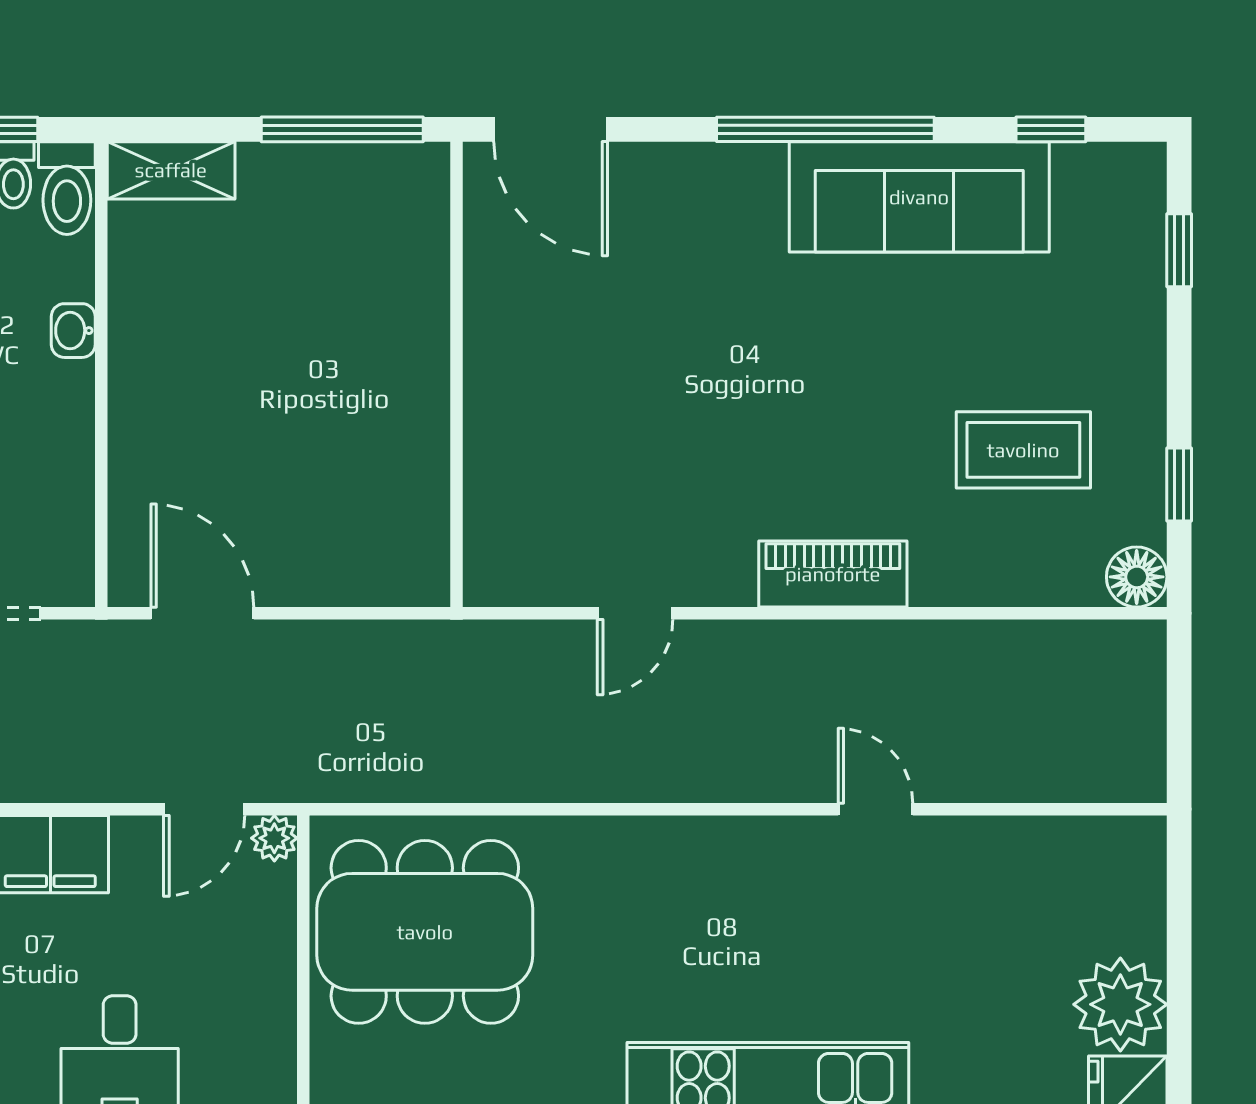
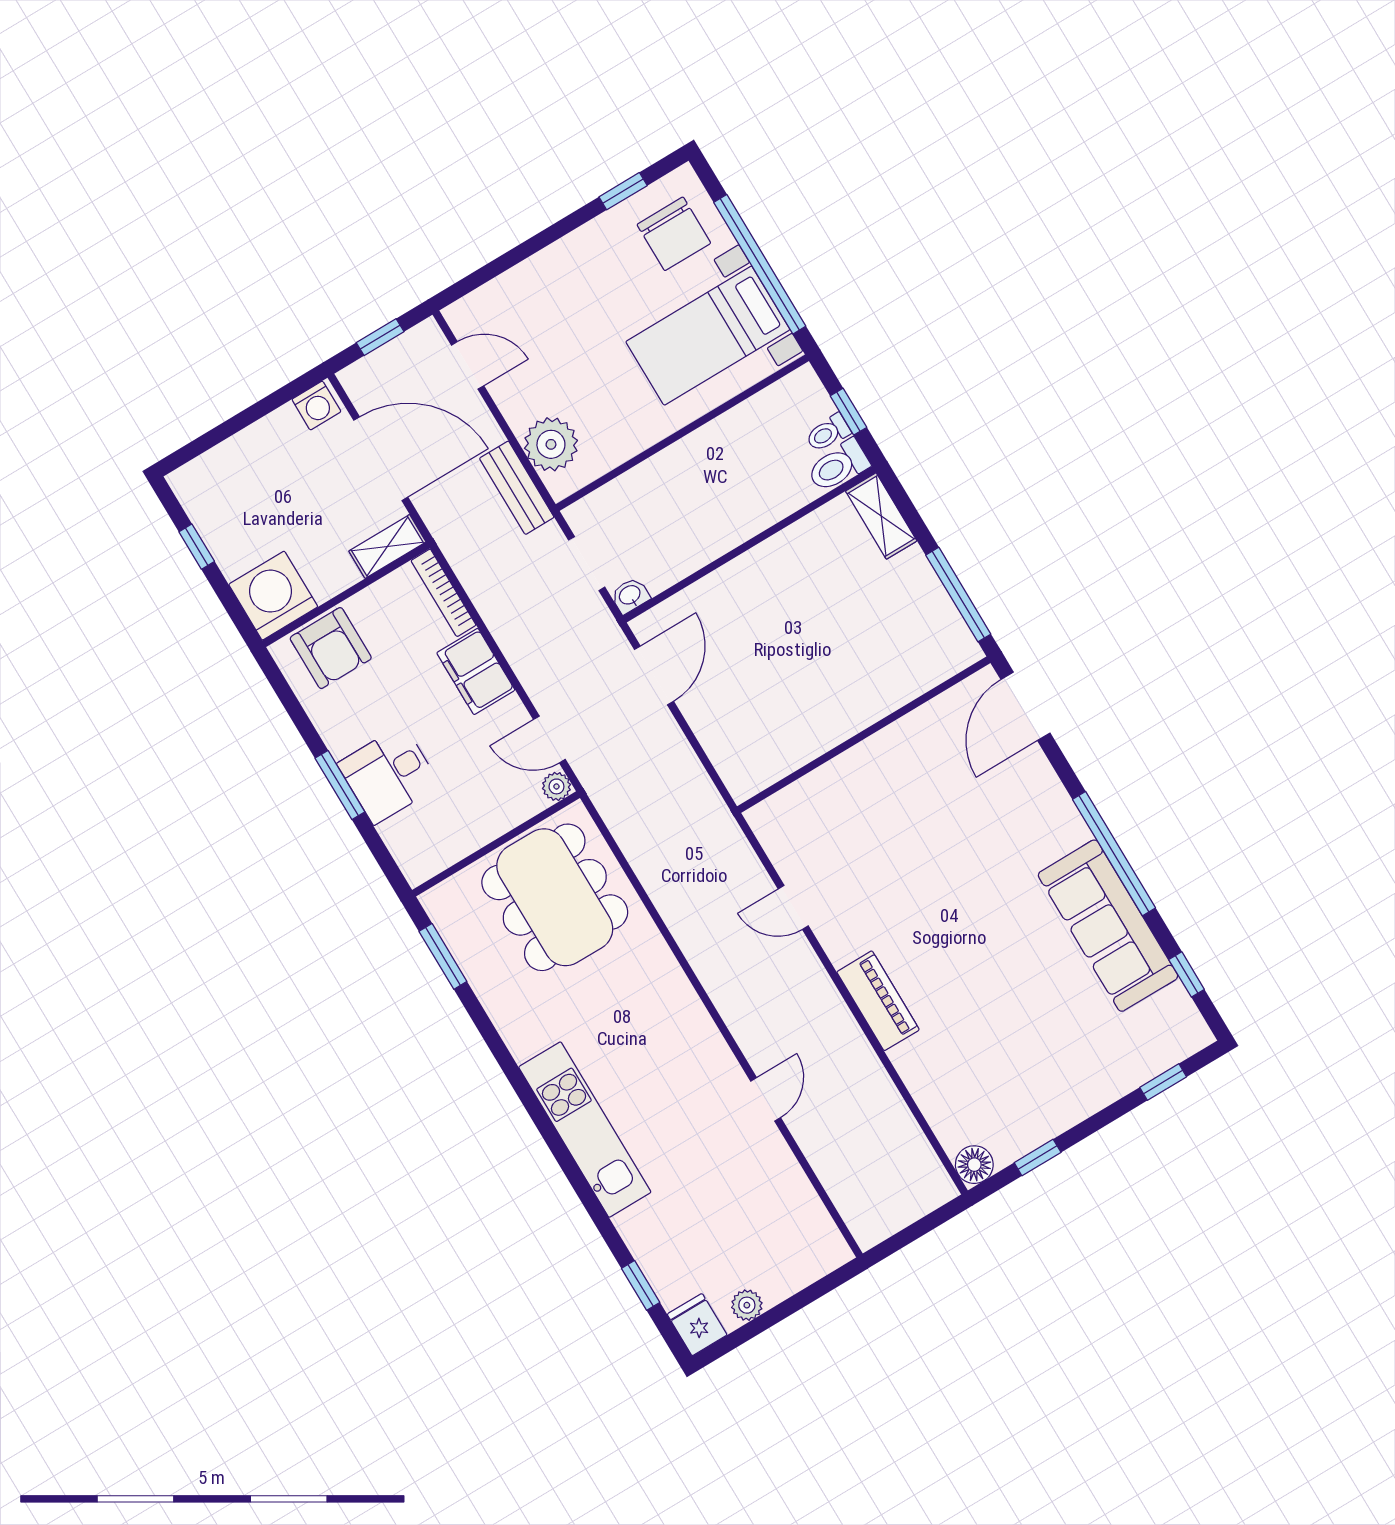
washbasin: (73, 331) -> (630, 596), moved
coffee table: (1023, 450) -> (1006, 1063), removed
plant: (1120, 1004) -> (747, 1305), width x0.53, depth x0.53

